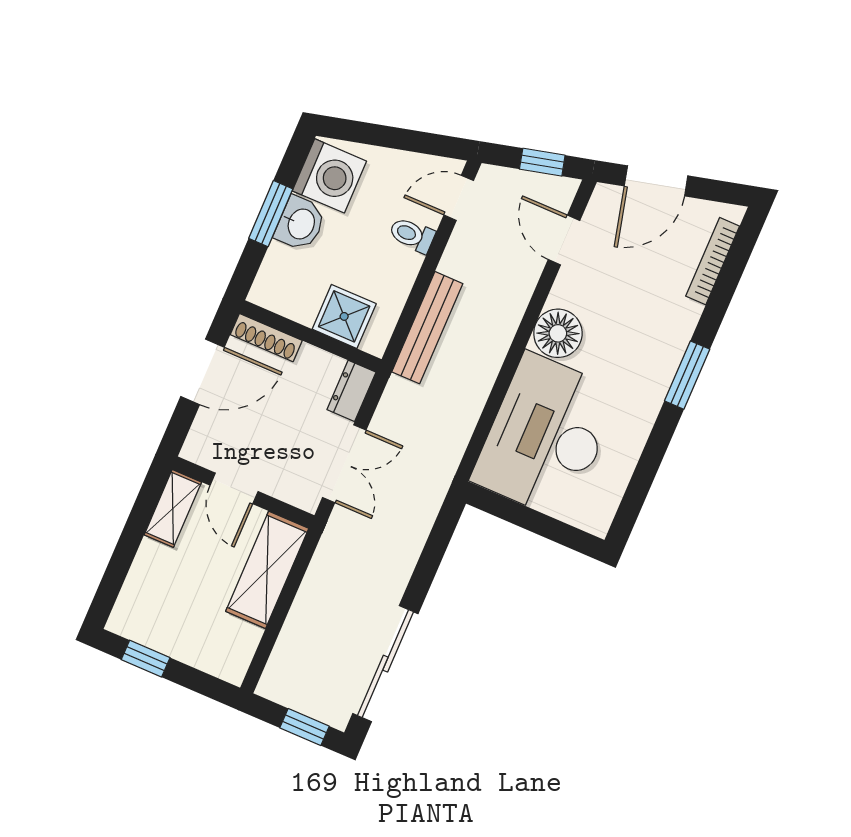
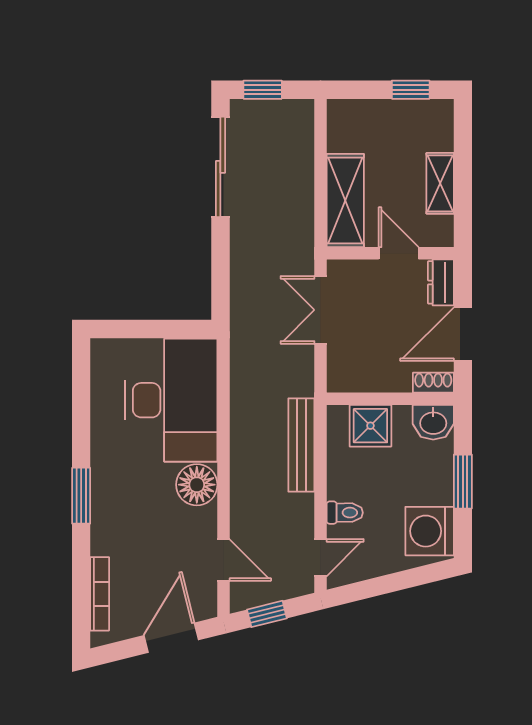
washbasin: (300, 224) -> (433, 422), moved, turned -90
shoe rack: (266, 338) -> (433, 383), width x0.70
dresser: (351, 391) -> (441, 282), moved, turned 180
shelving: (173, 508) -> (440, 183), moved

